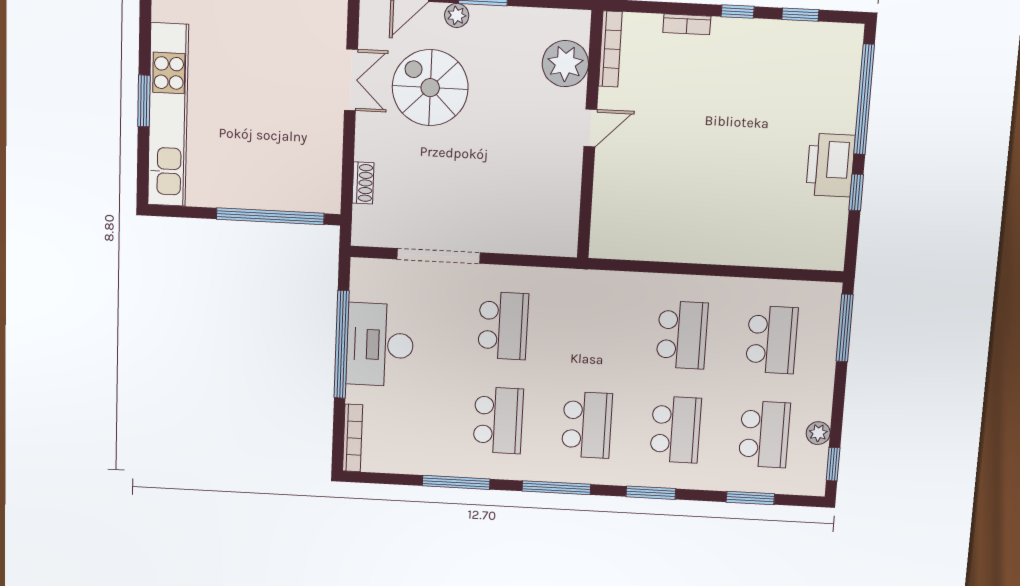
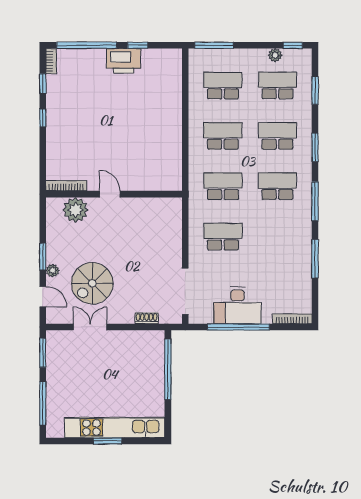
bookcase: (687, 24) -> (51, 61), moved
doorway: (439, 256) -> (185, 291), moved
school desk: (498, 420) -> (223, 186), moved

